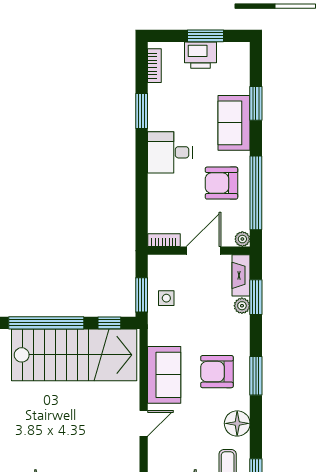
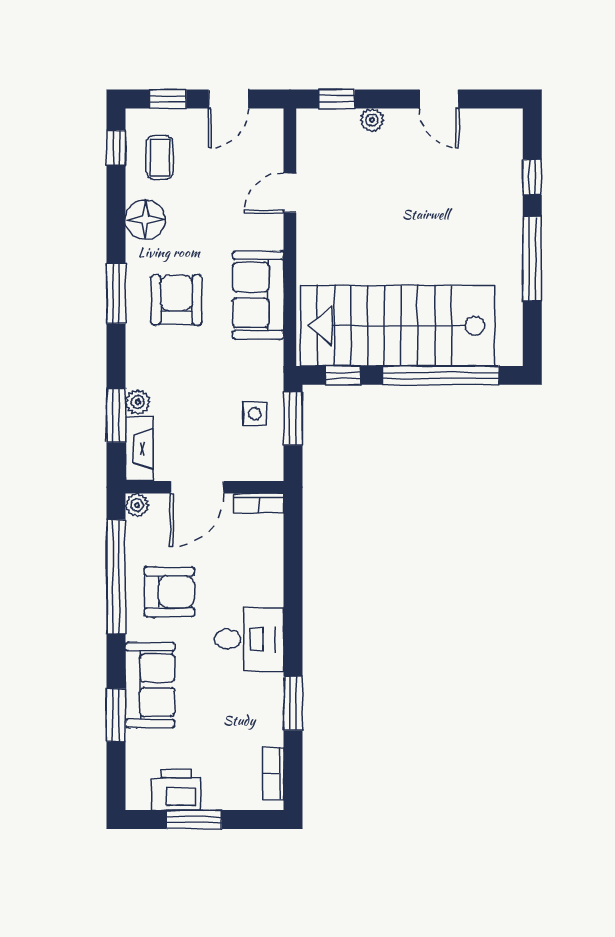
printer: (201, 55) -> (176, 790), moved
armchair: (217, 372) -> (176, 300), turned -90
door: (144, 423) -> (290, 193), moved

